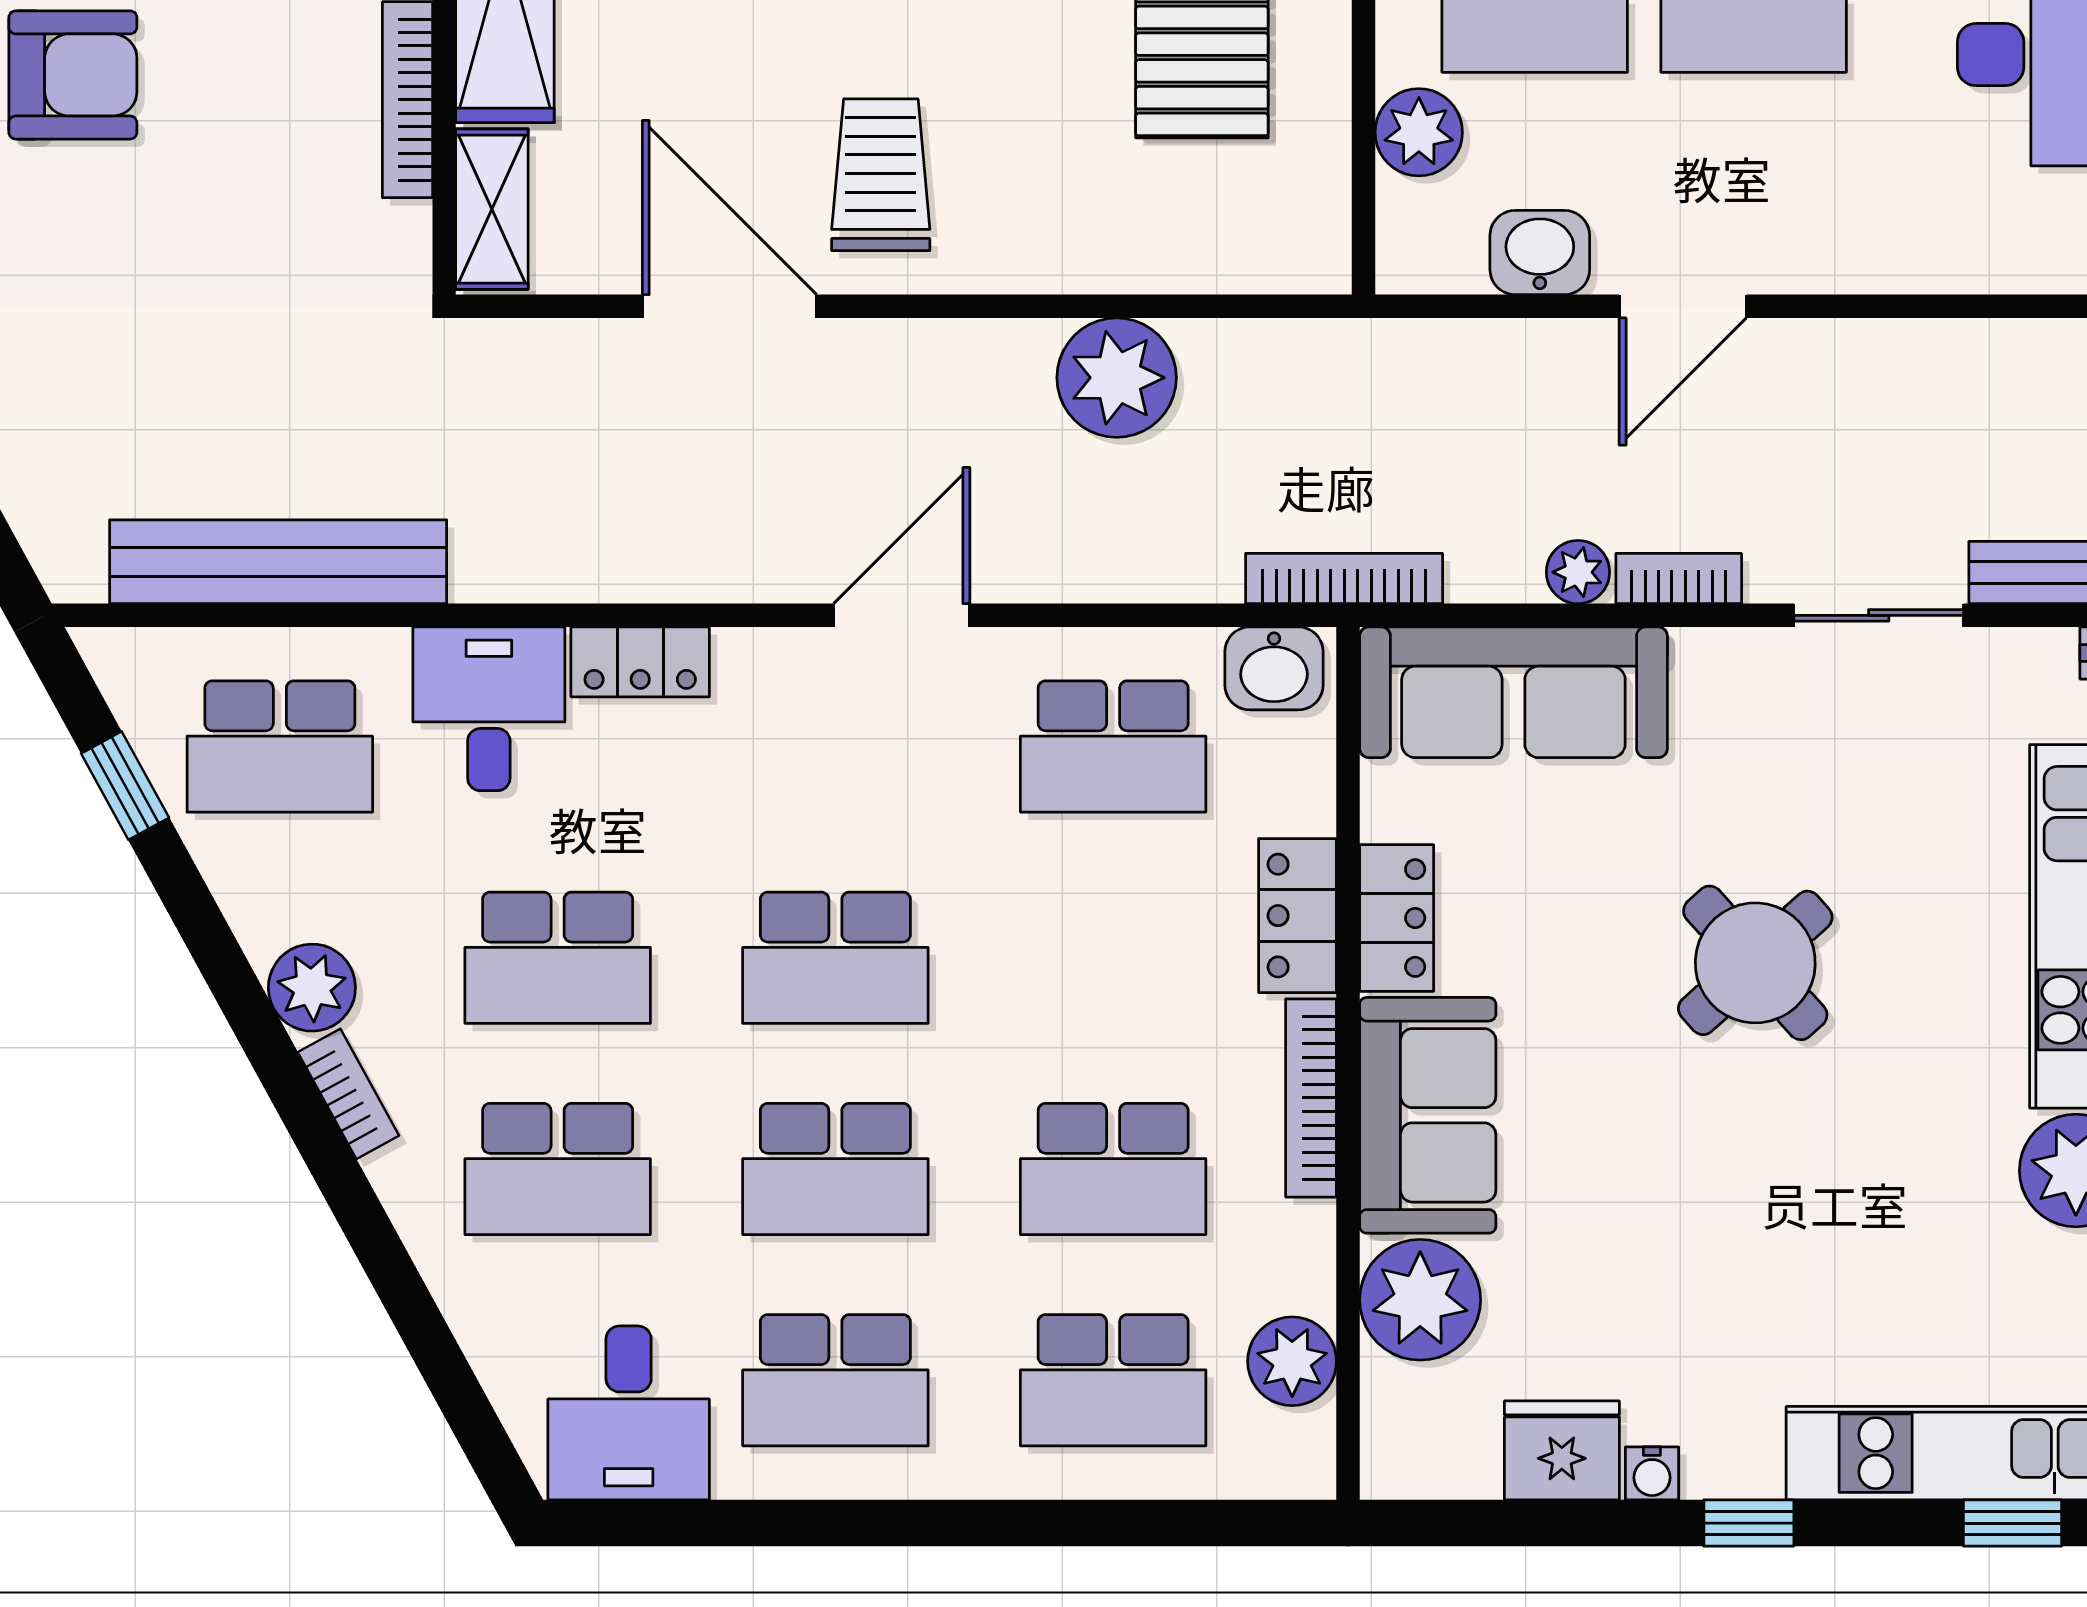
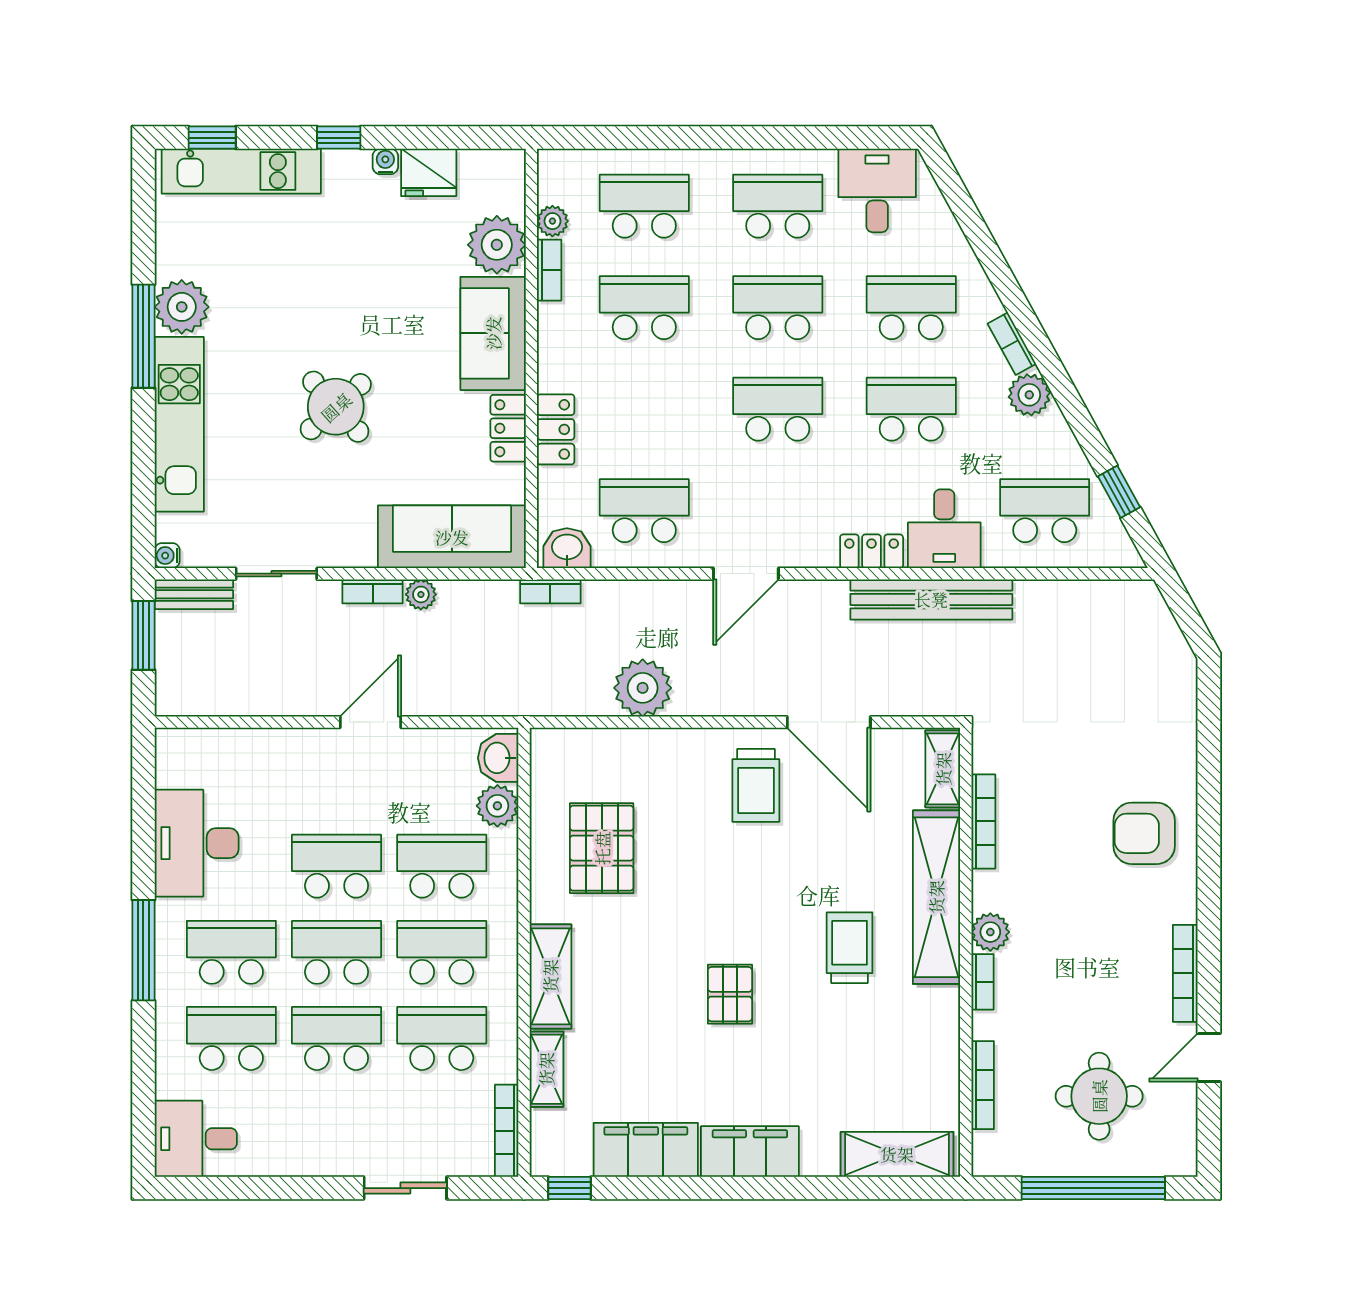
washbasin: (1540, 253) -> (498, 758), moved, turned 90
bench: (278, 562) -> (931, 599), moved
bookcase: (1344, 579) -> (550, 591), width x0.64
bookcase: (1311, 1098) -> (549, 270), moved, width x0.64
plant: (1292, 1361) -> (552, 221), width x0.73, depth x0.73

